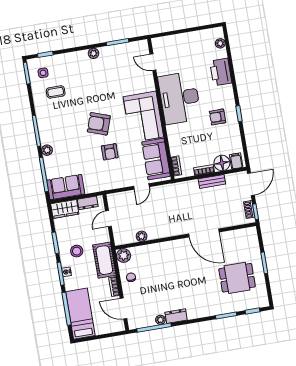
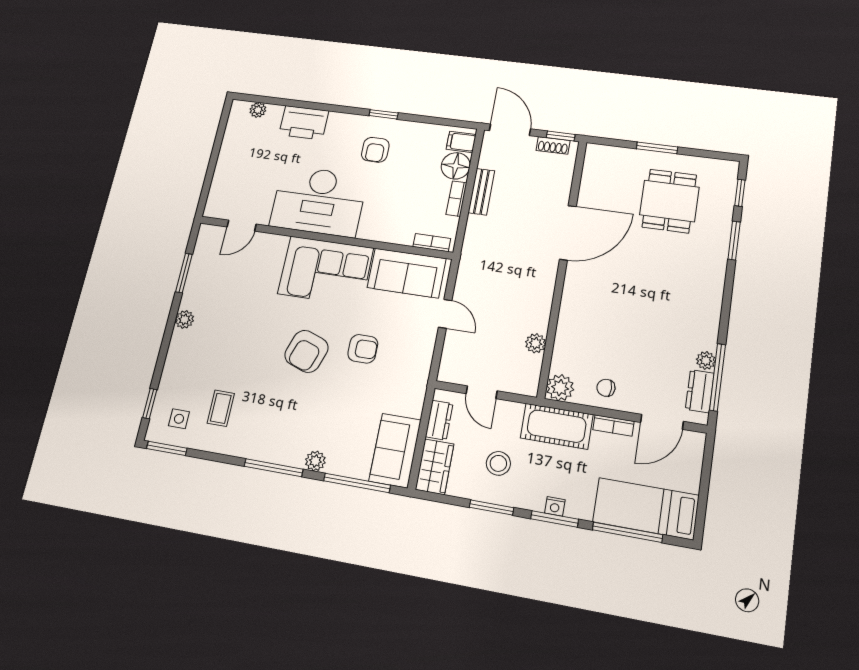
stool: (77, 251) -> (498, 463), moved
dresser: (176, 316) -> (700, 391), moved

